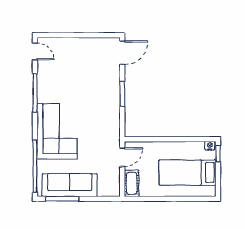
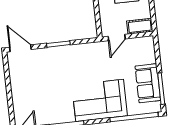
door: (122, 157) -> (117, 38), swing flipped
sofa: (70, 185) -> (148, 83), width x0.73

